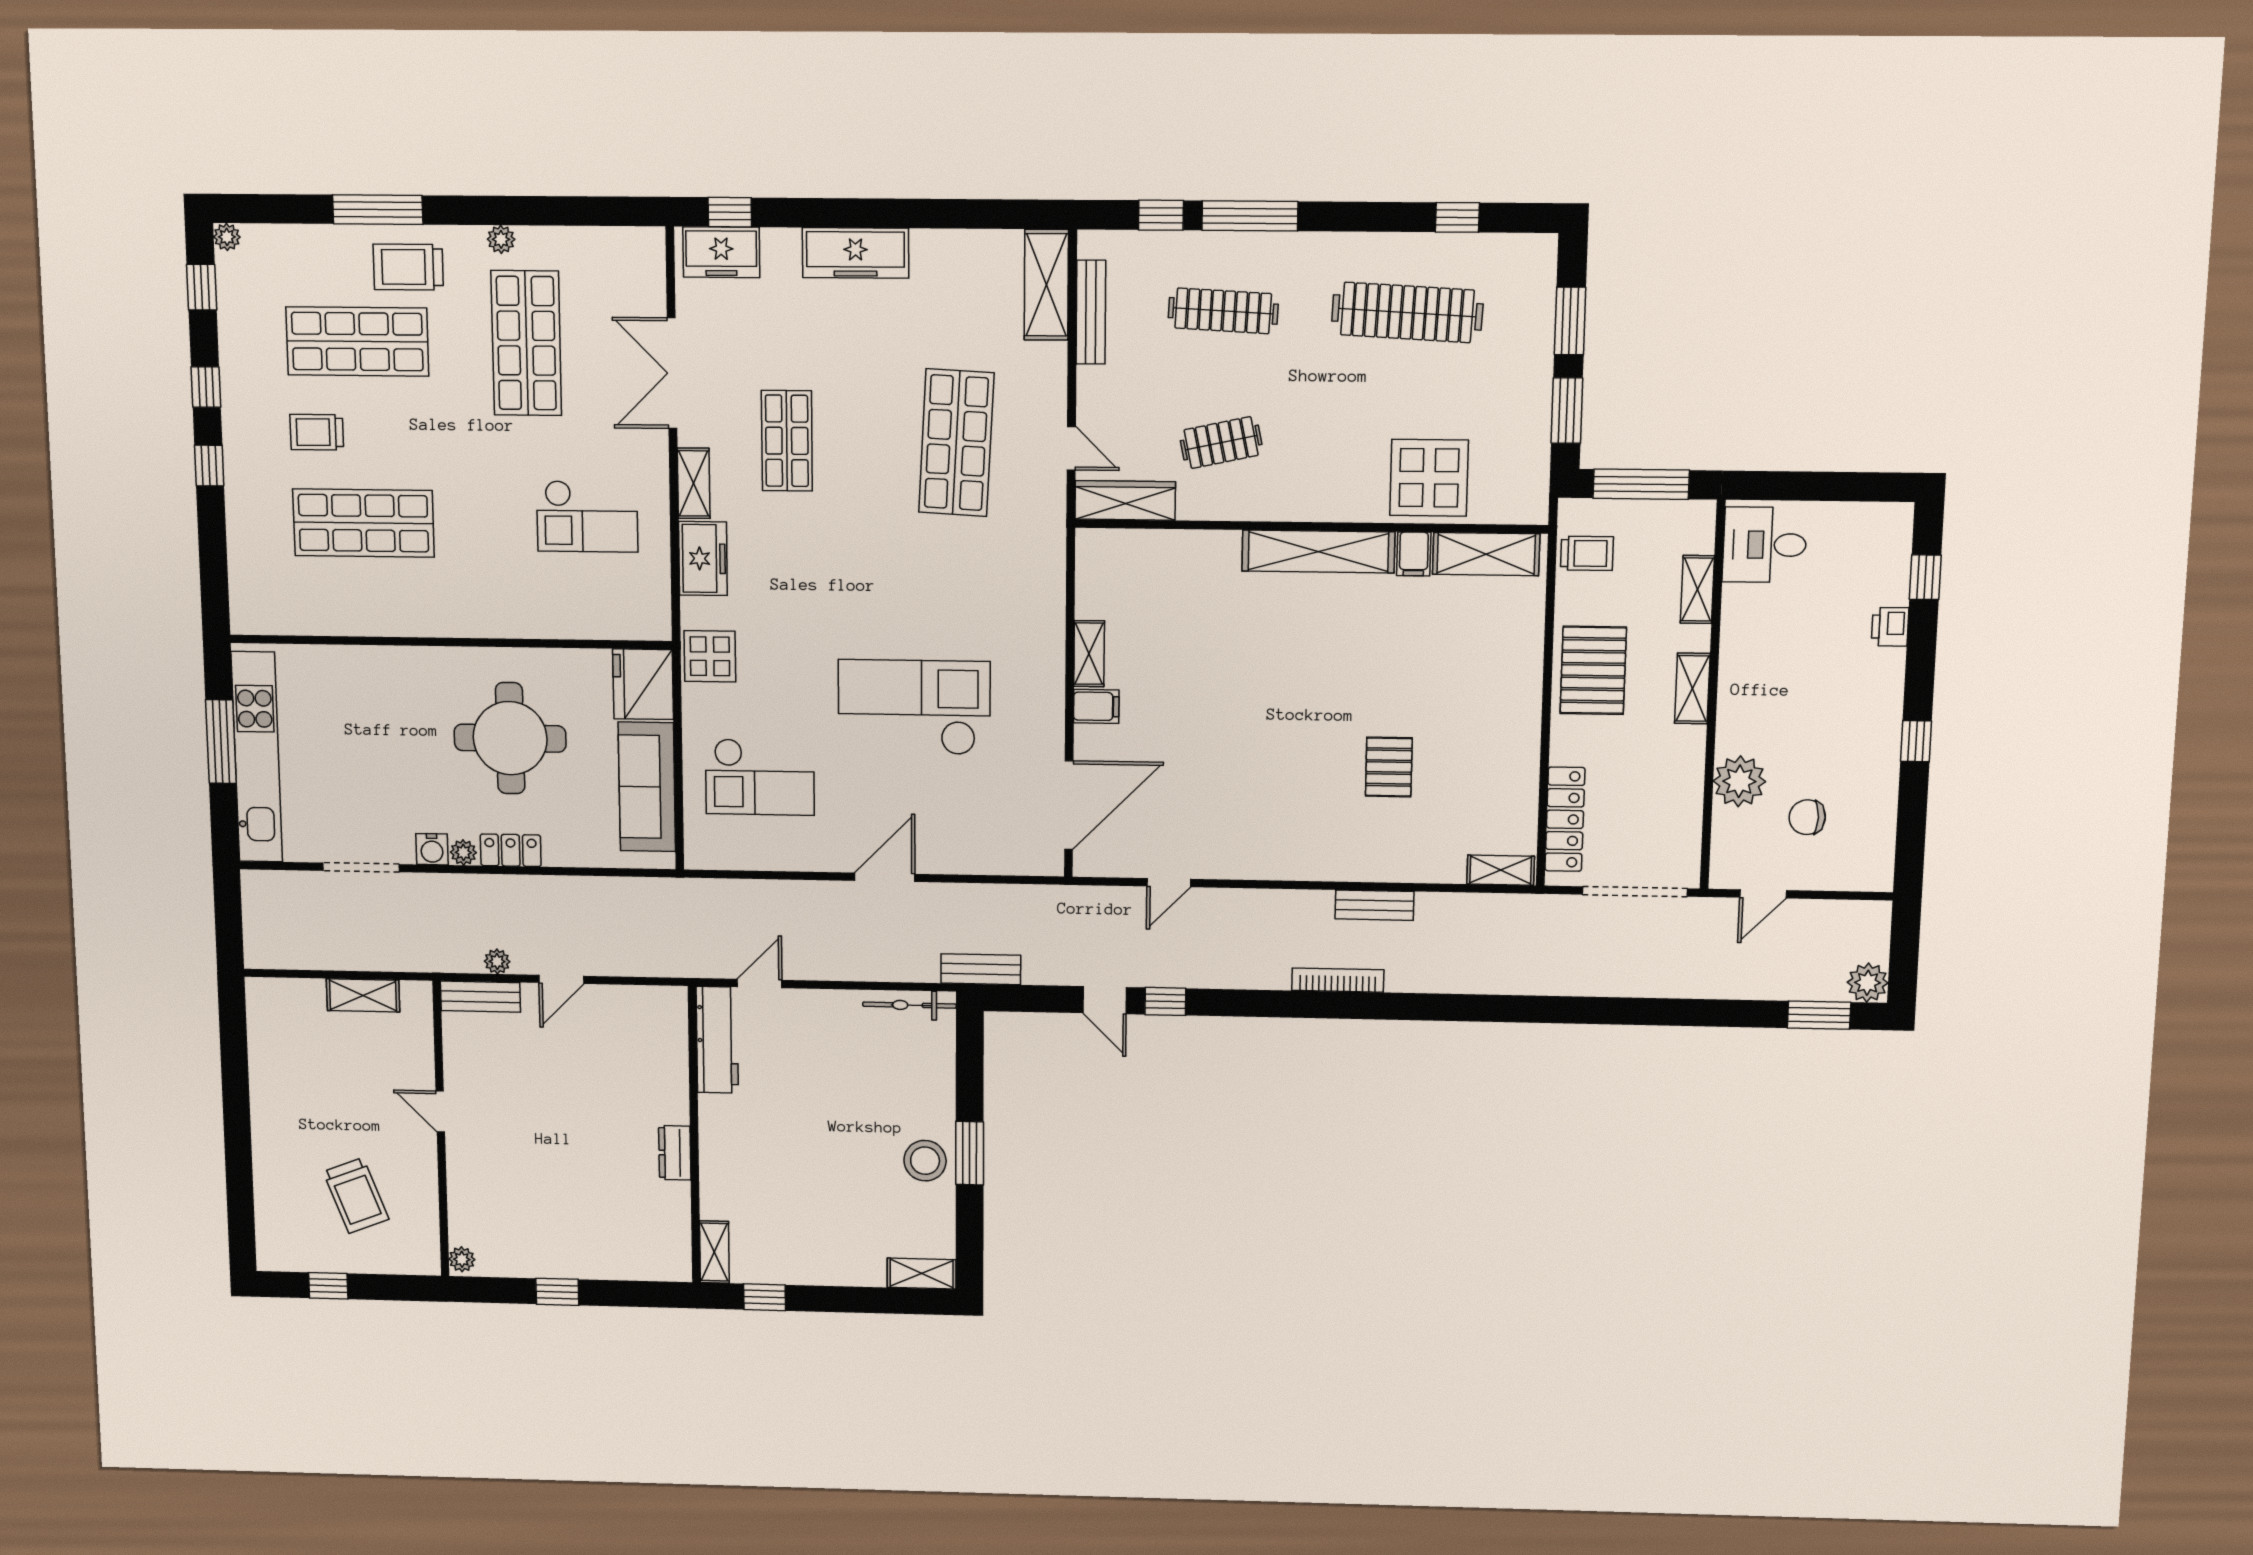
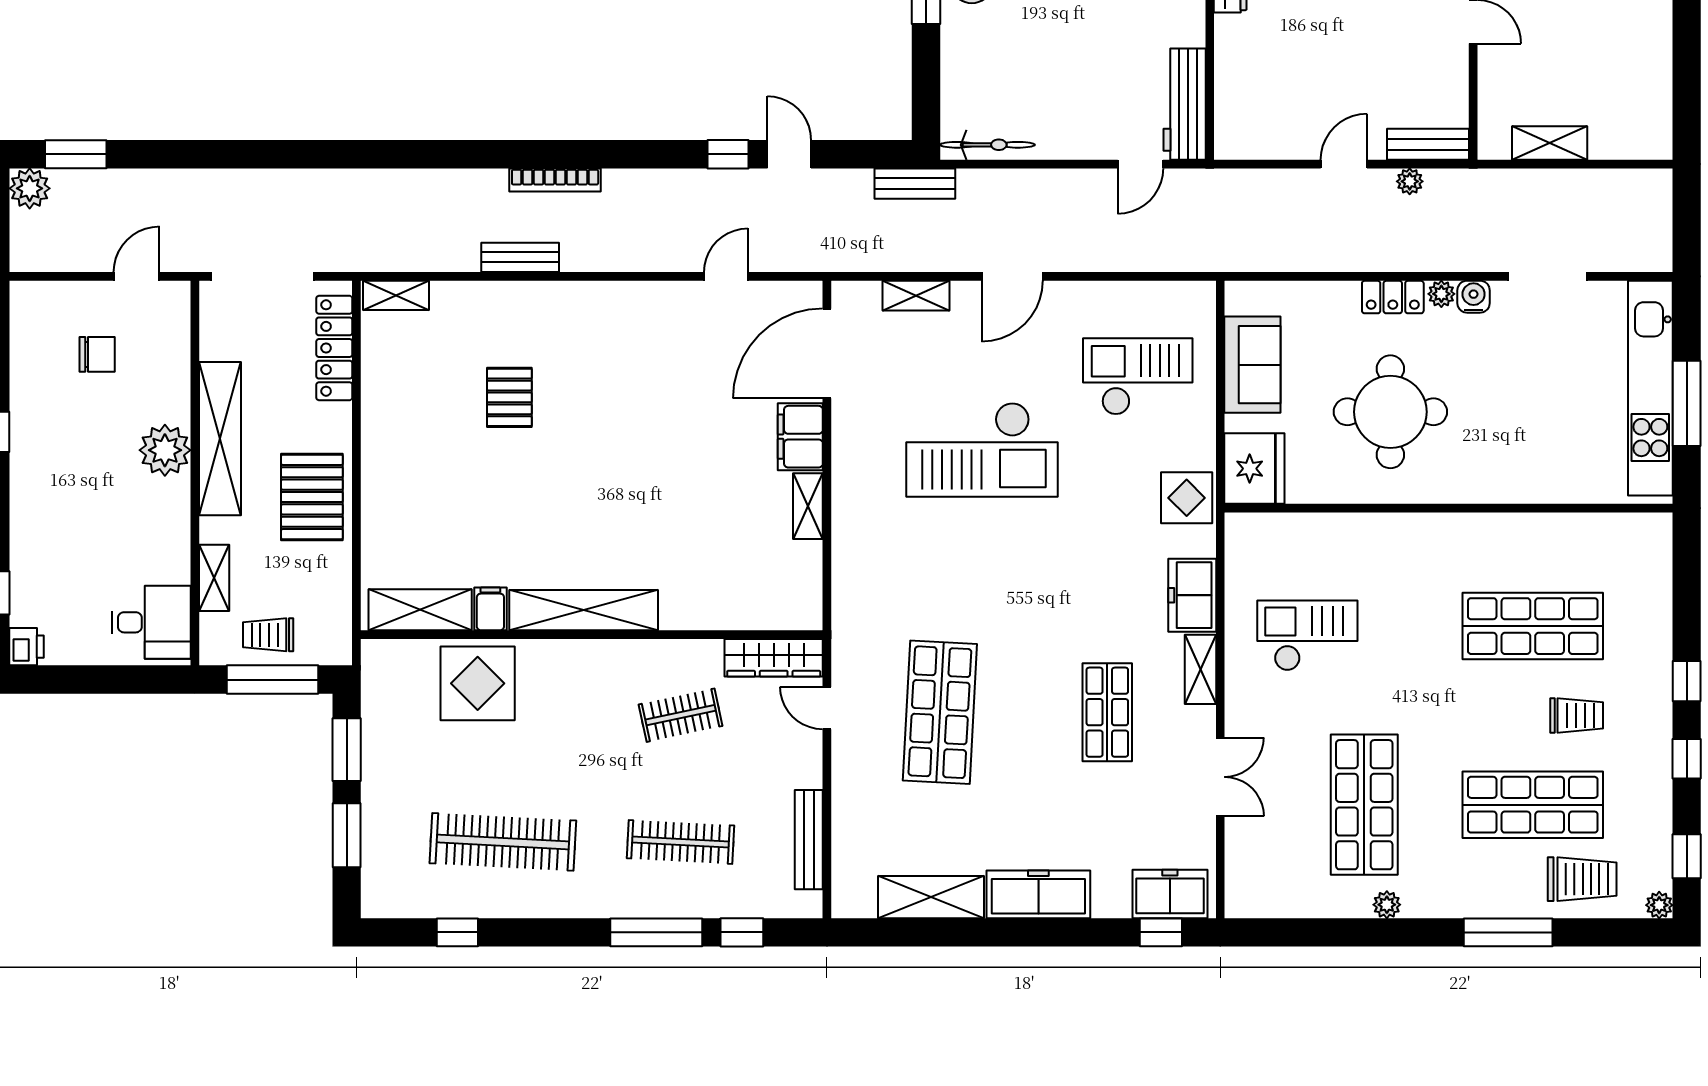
trolley: (408, 267) -> (1582, 879), moved
shelving: (1046, 285) -> (931, 897), moved, turned 90
double door: (672, 373) -> (1220, 777), width x0.73
trolley: (1587, 553) -> (268, 635), moved
printer: (1890, 627) -> (27, 647), moved
shelving: (1692, 688) -> (220, 439), width x2.20, depth x1.33
filing cabinet: (1096, 706) -> (800, 437), width x2.00
plant: (1739, 781) -> (165, 450), moved
sofa: (647, 787) -> (1252, 365), width x0.73
shelving: (980, 860) -> (916, 296), added

